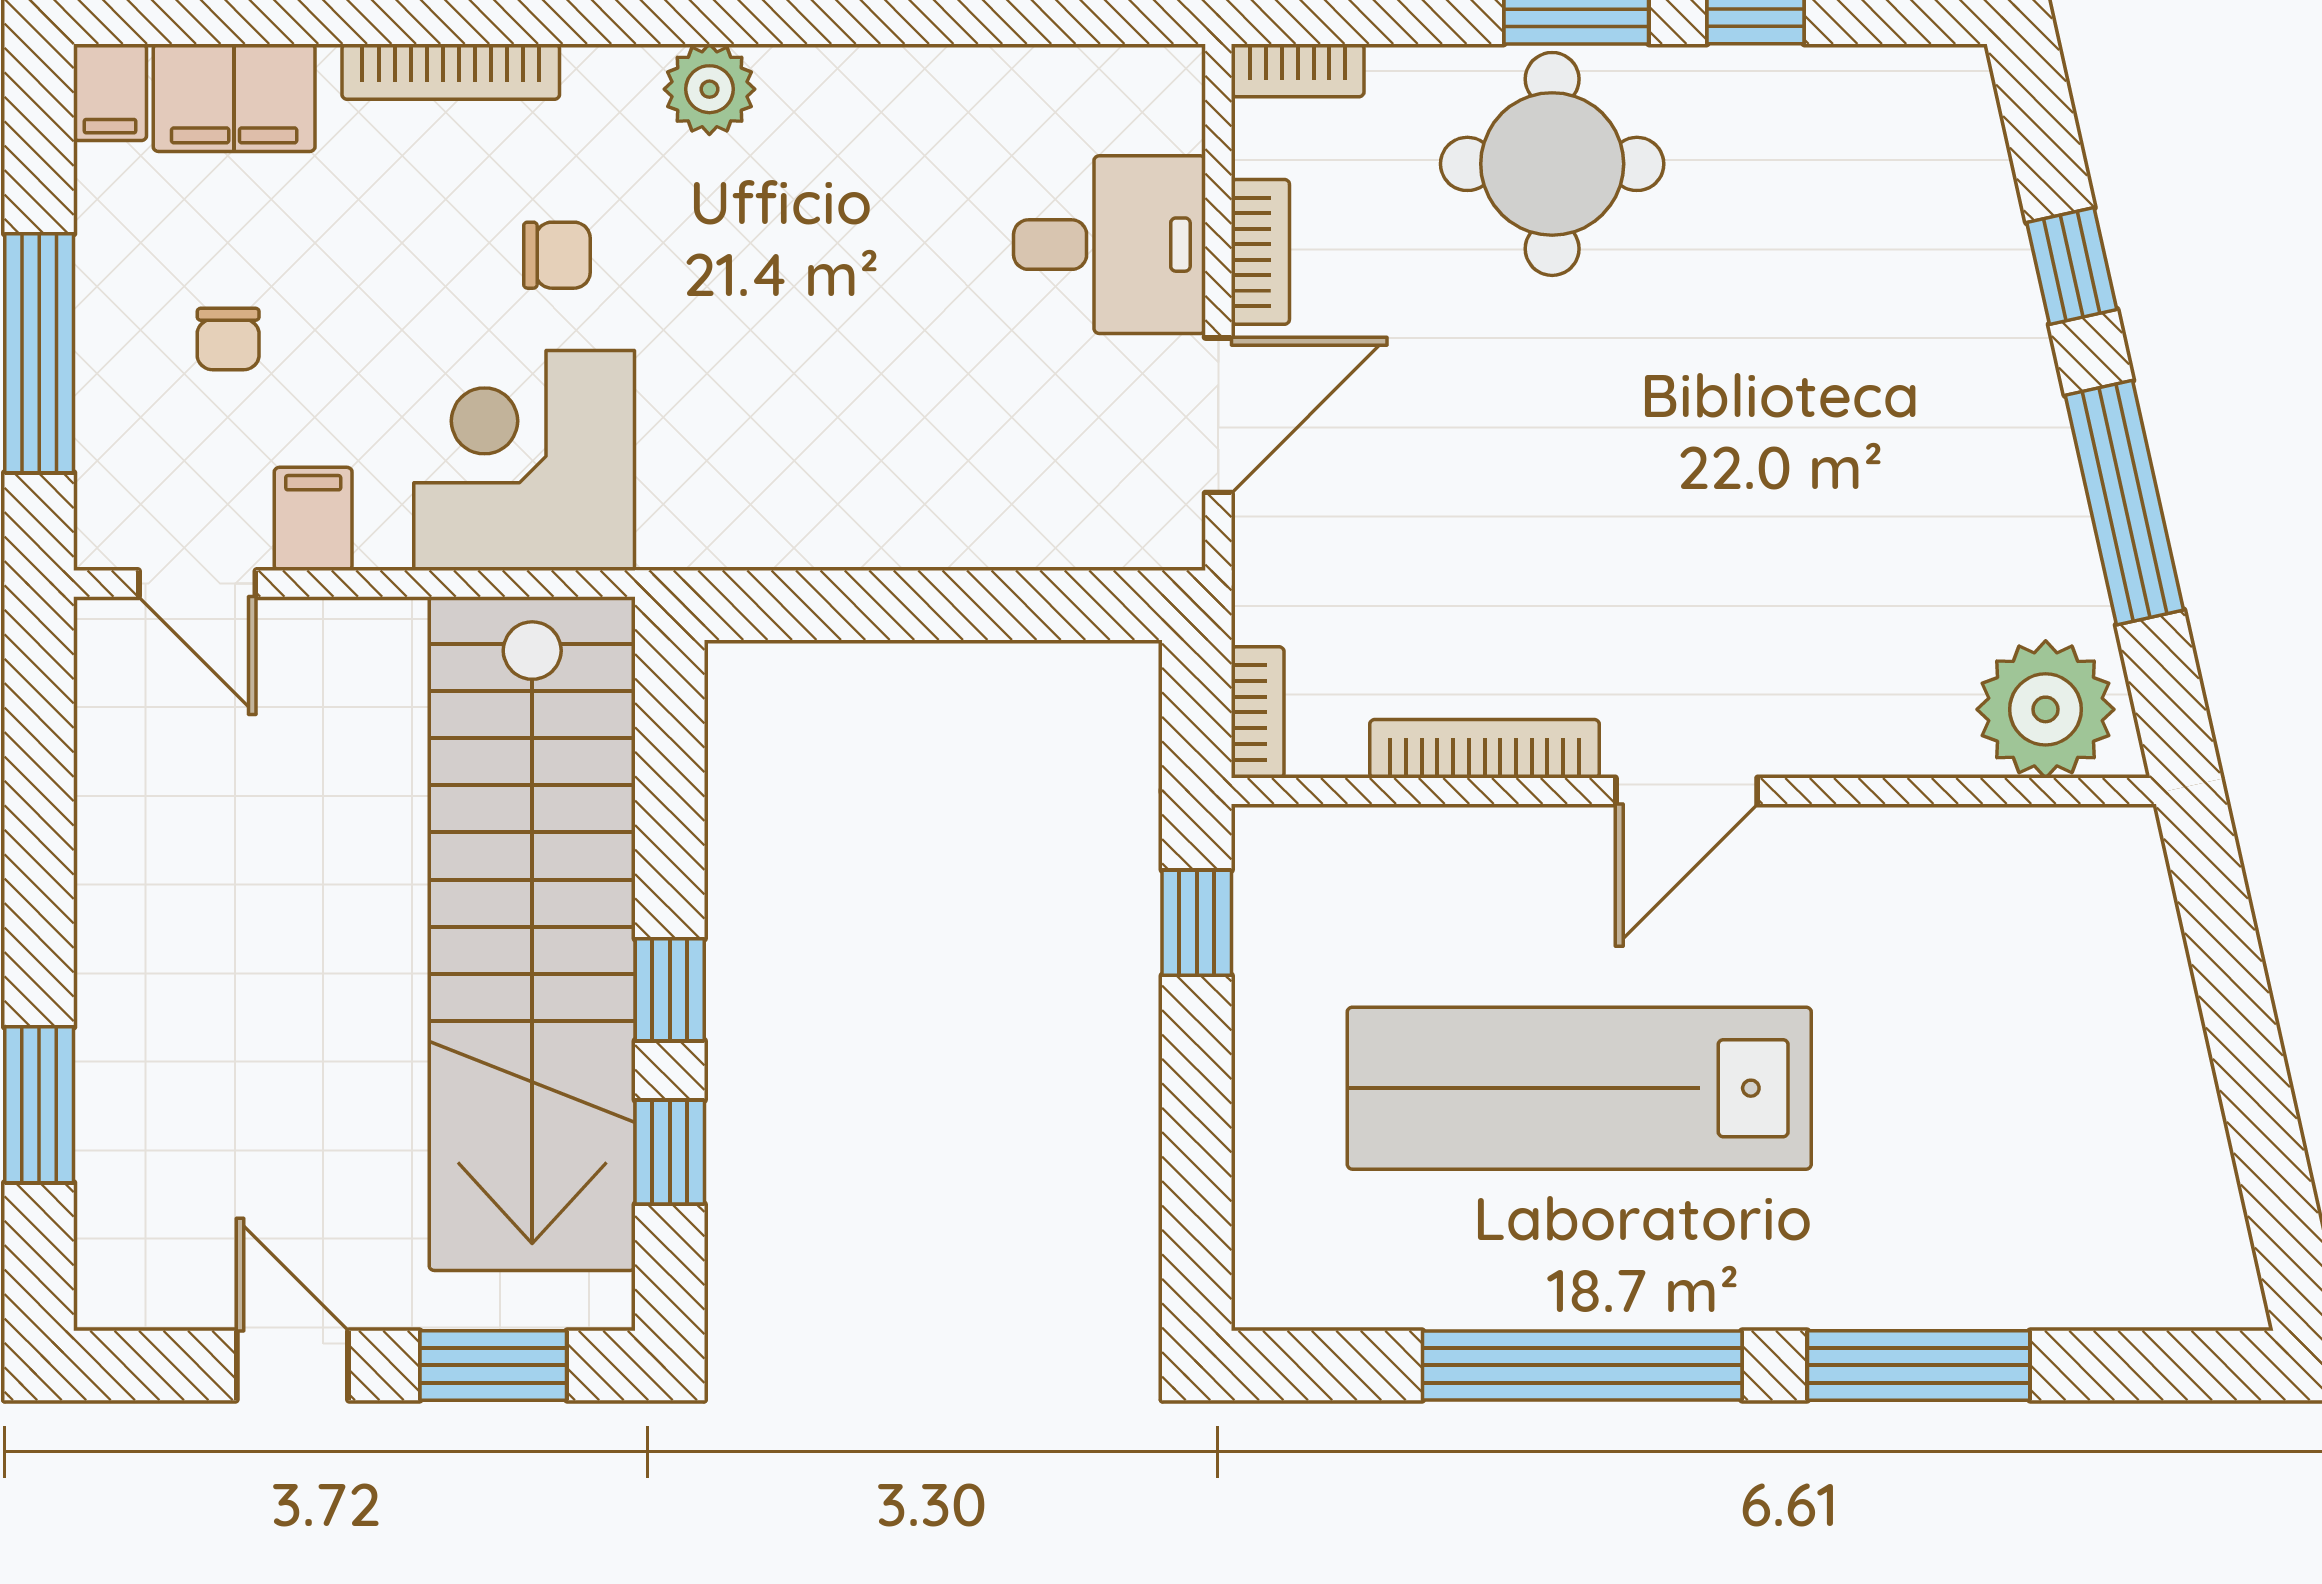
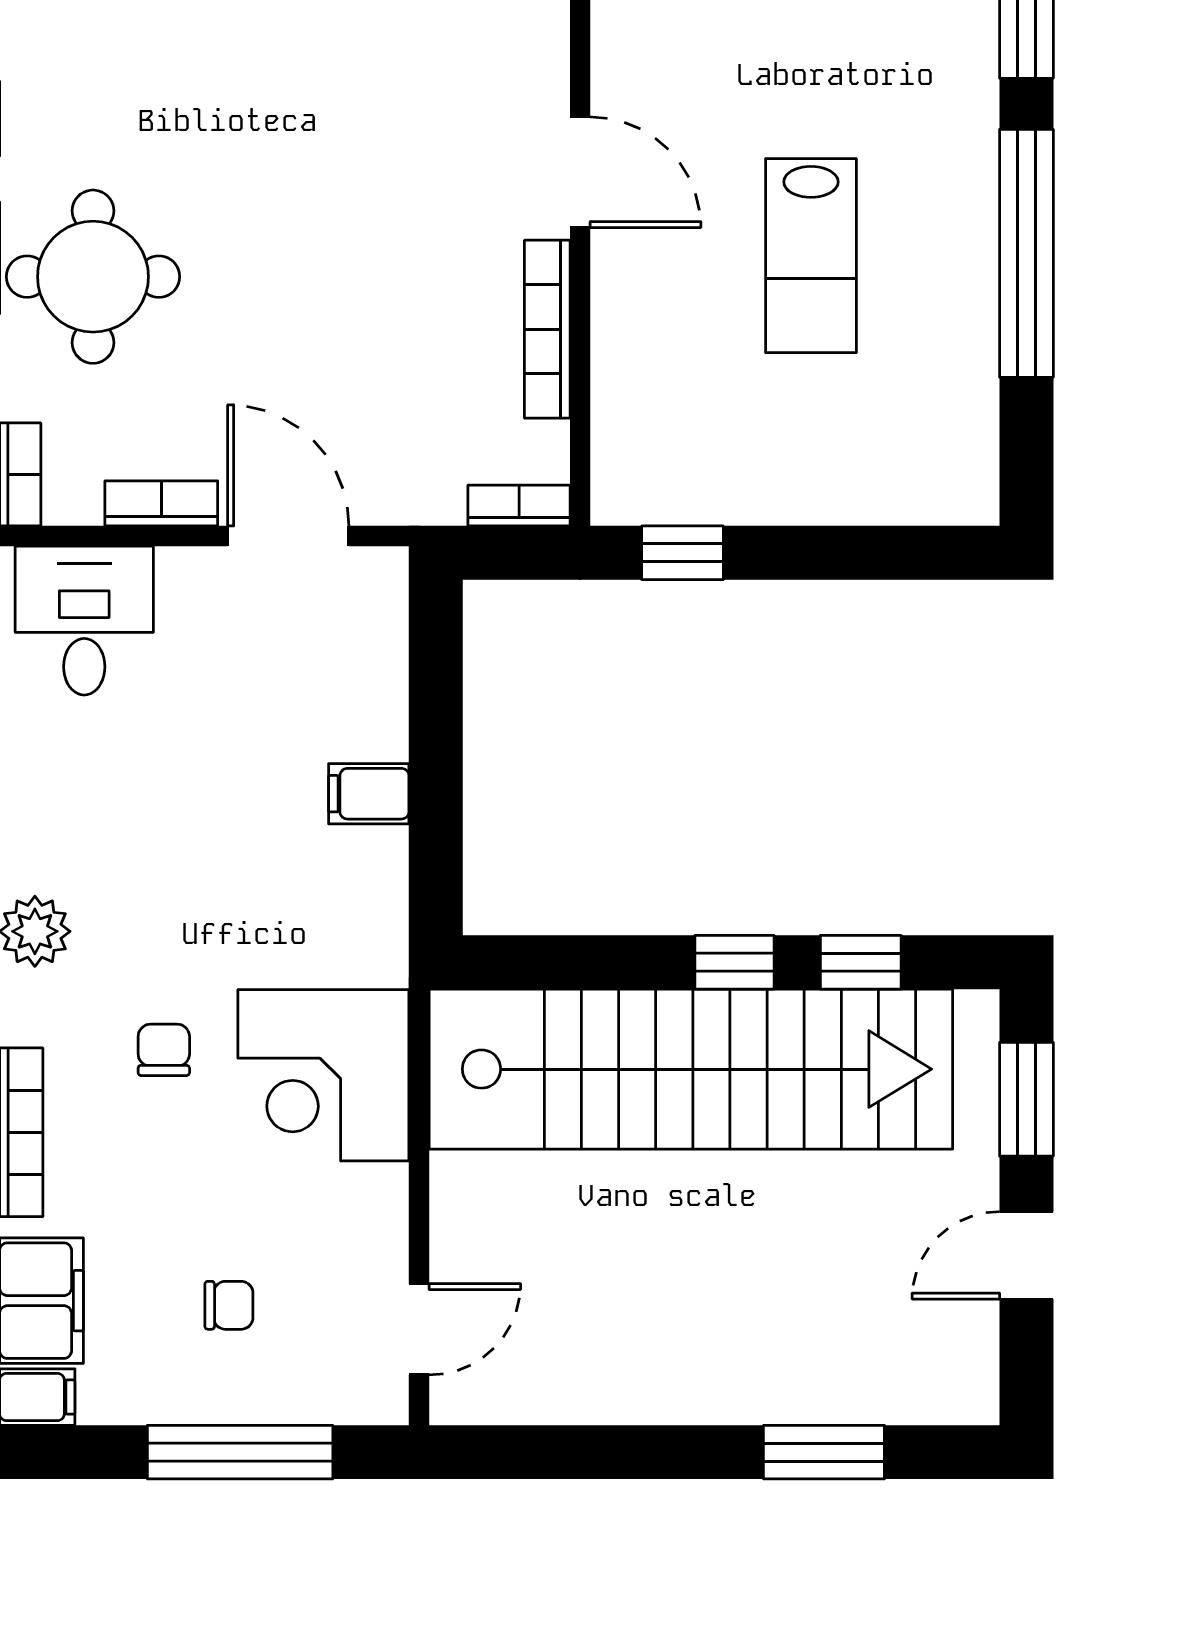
desk: (1109, 245) -> (84, 621), moved
filing cabinet: (313, 519) -> (369, 794), moved
lab bench: (1579, 1088) -> (811, 256), width x0.54, depth x0.72

